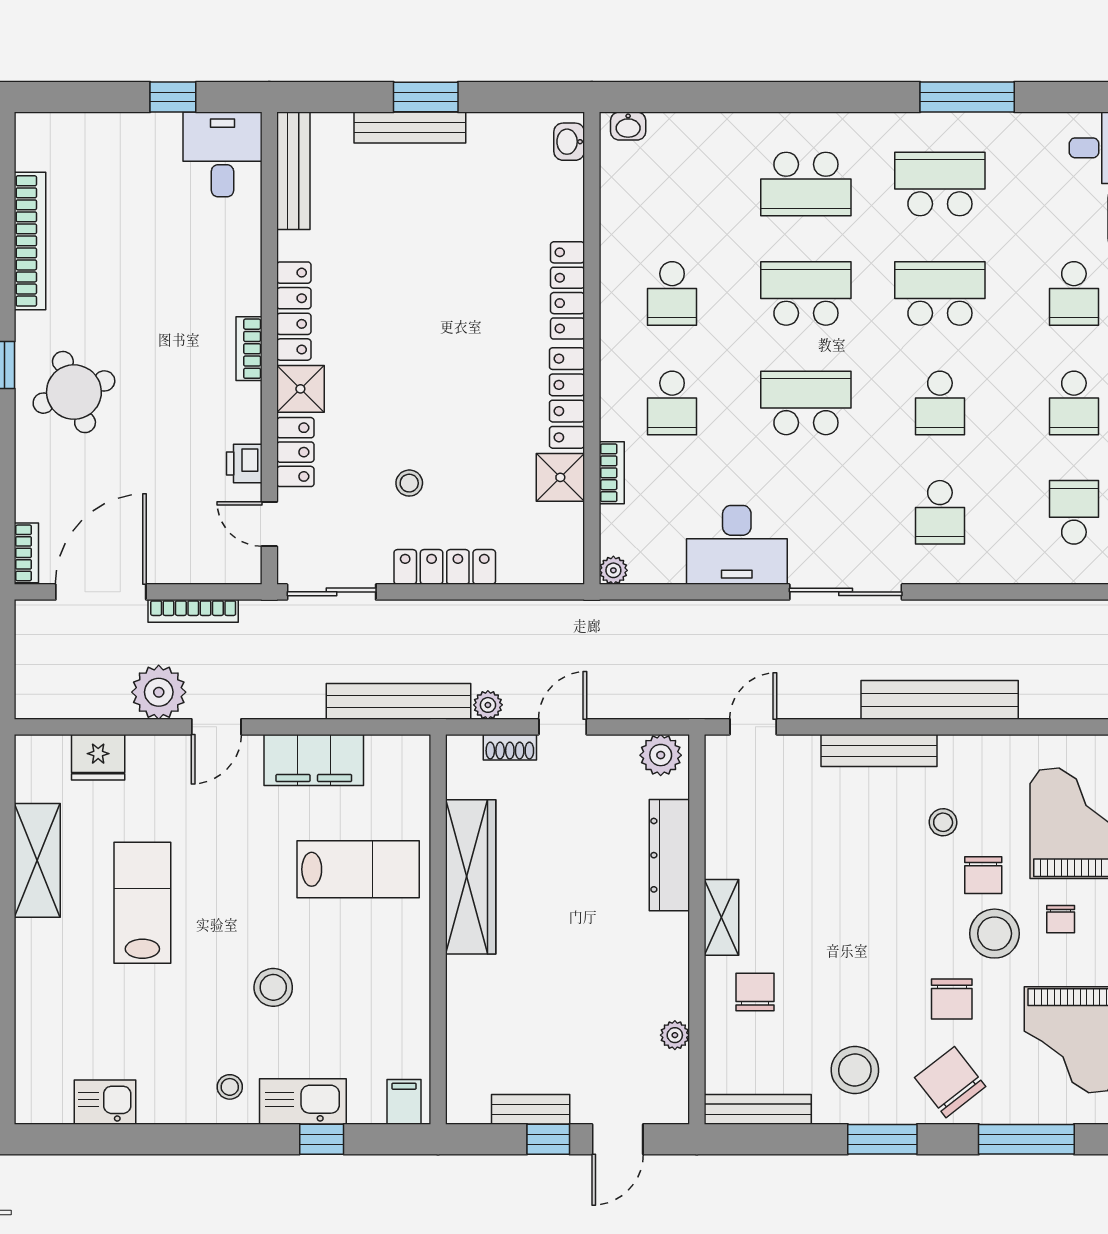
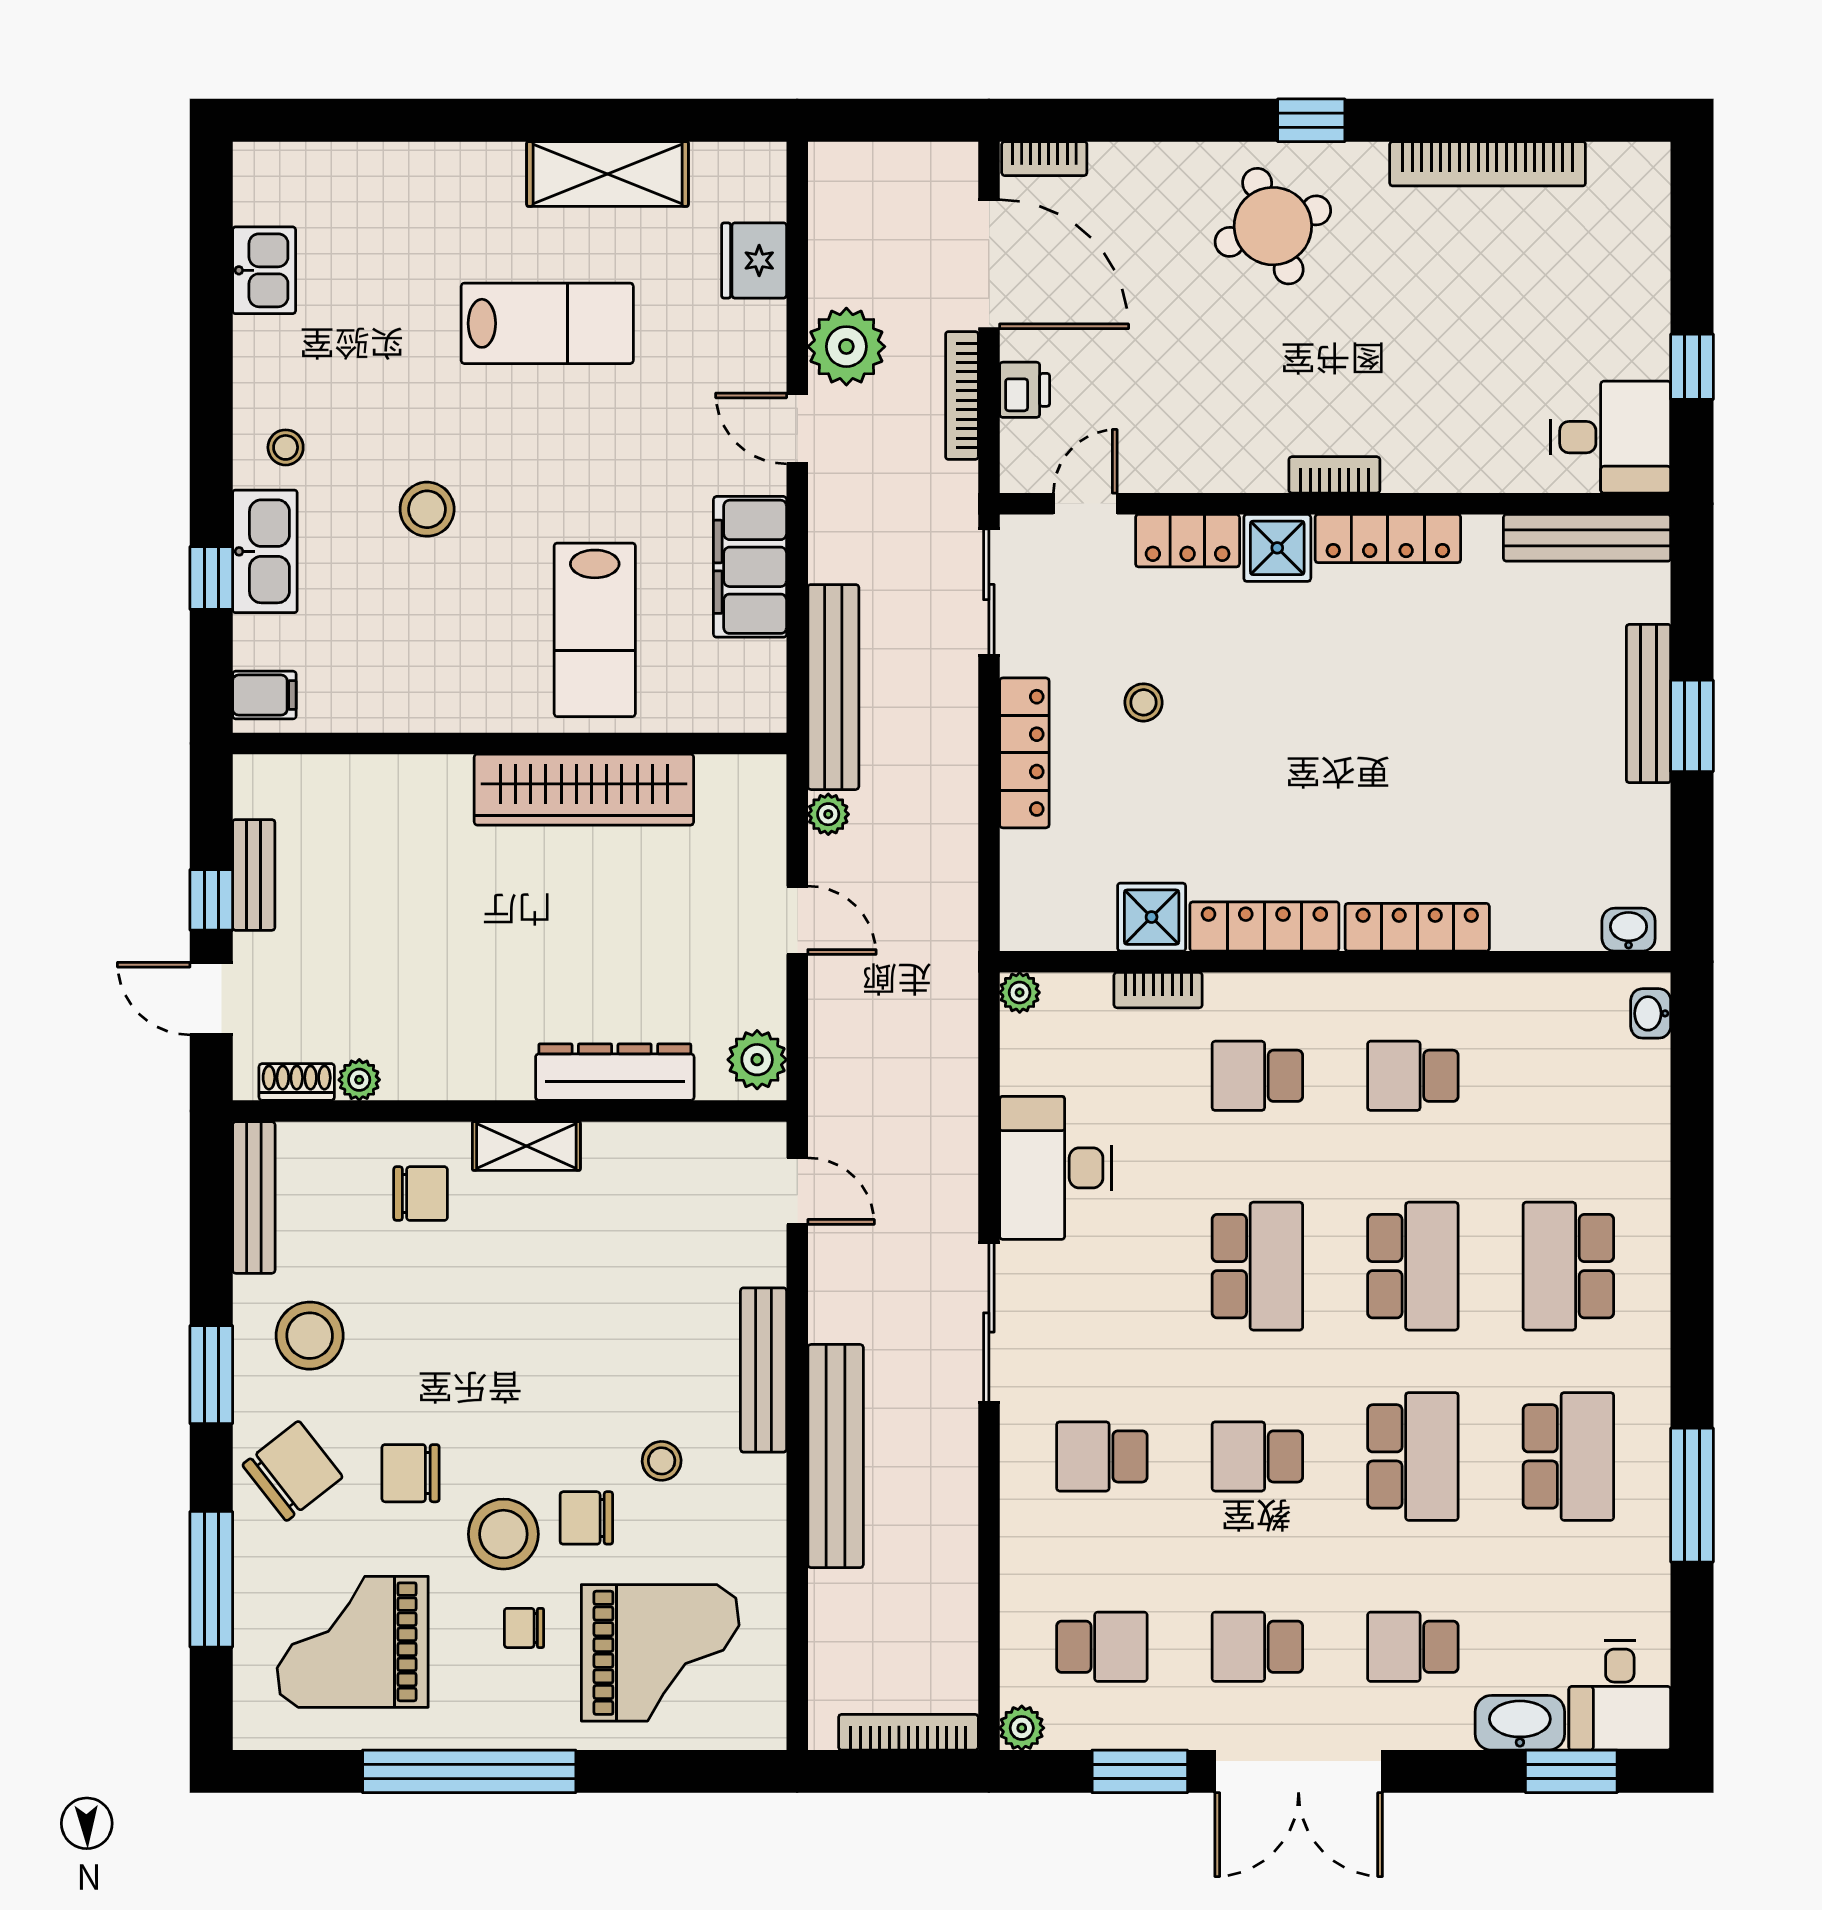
printer: (244, 464) -> (1025, 390), moved, turned 90
shoe rack: (510, 747) -> (297, 1082), moved, turned 90

